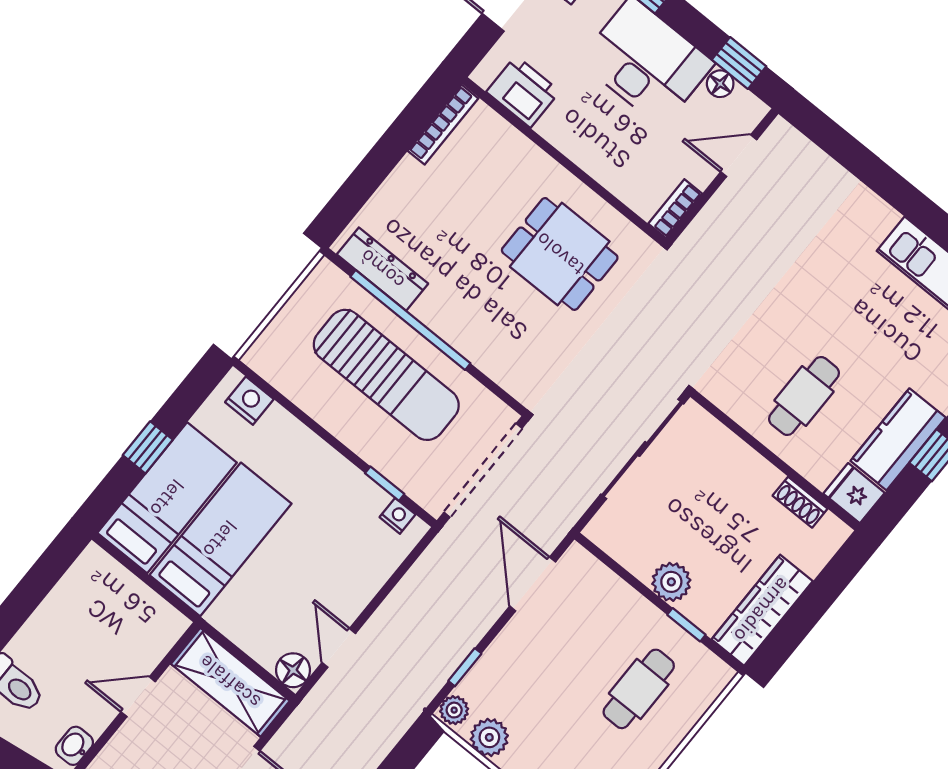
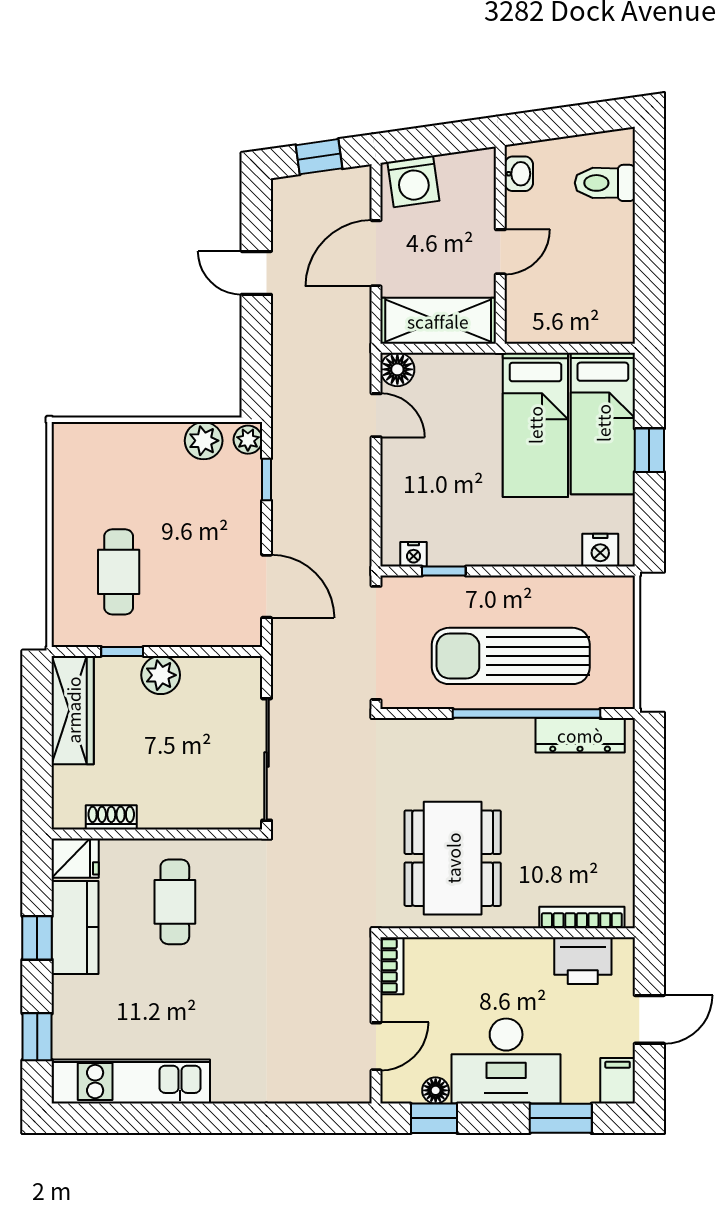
bookcase: (443, 125) -> (582, 917), moved, turned 90
dining table: (560, 254) -> (453, 858), width x1.37

